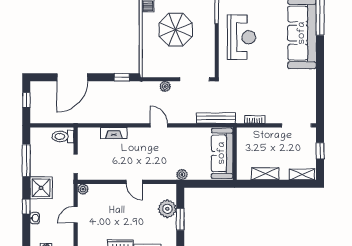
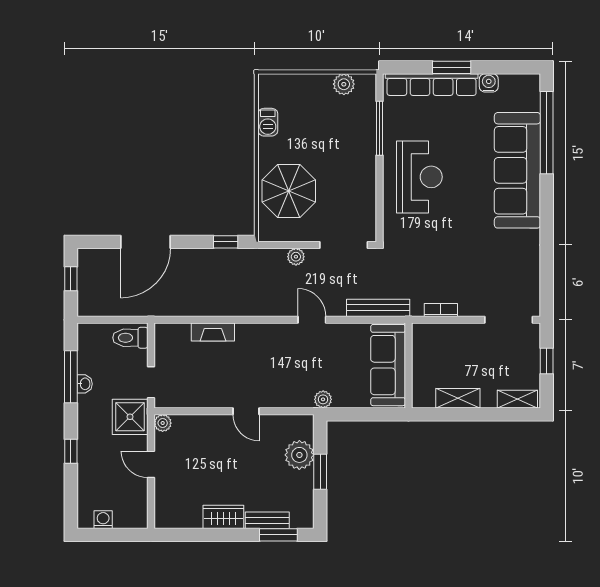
parasol: (176, 30) -> (289, 191), moved
door: (159, 125) -> (312, 320), moved
shower: (41, 188) -> (130, 417), moved
door: (76, 215) -> (151, 464), hinge flipped
washbasin: (35, 218) -> (85, 384), moved

